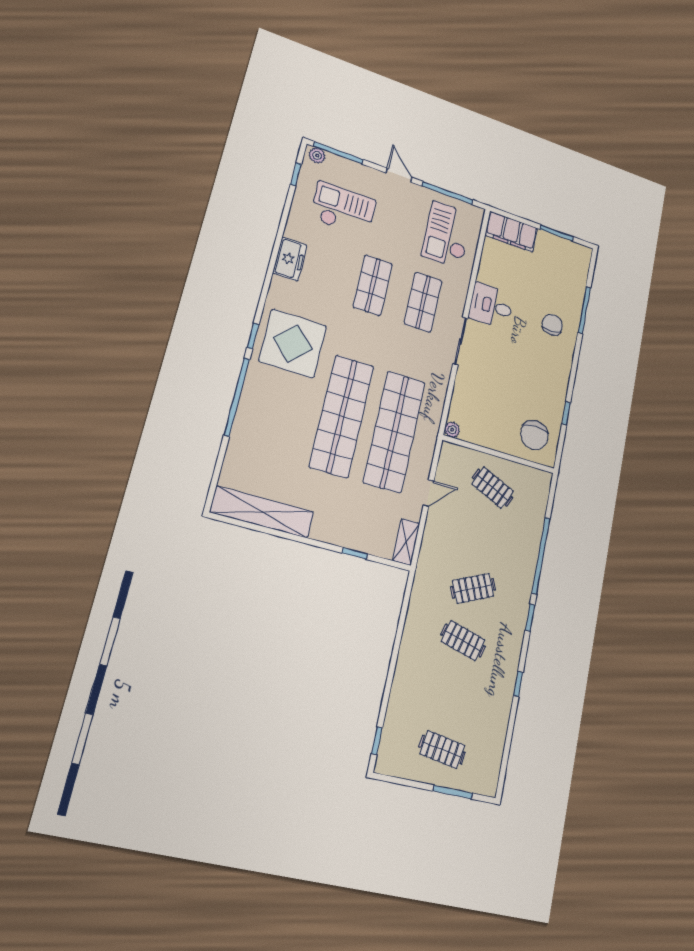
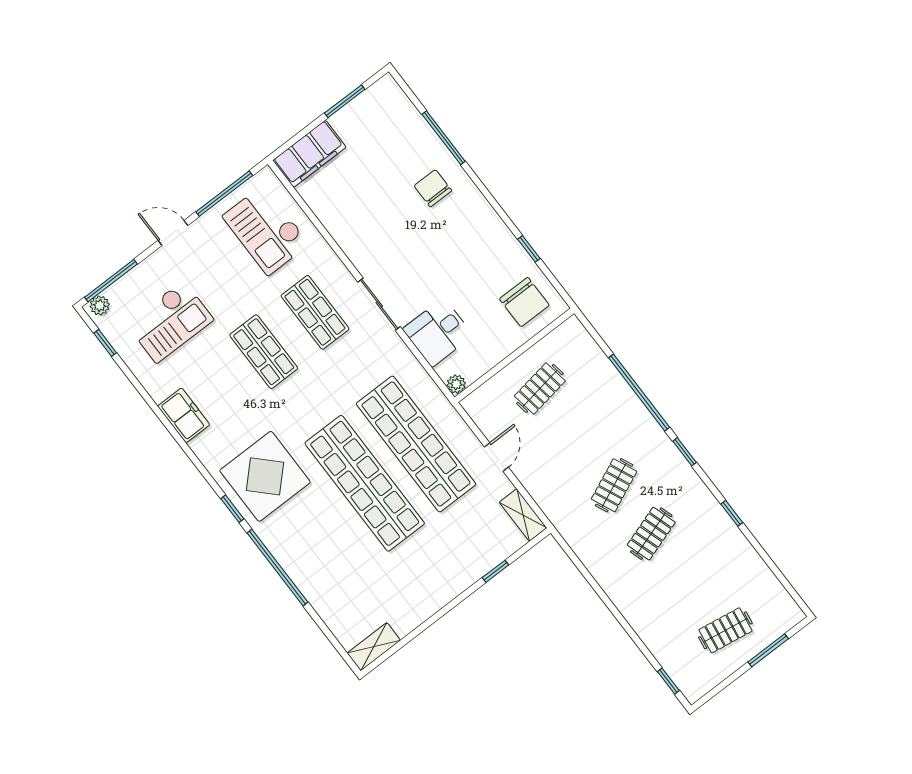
checkout: (343, 209) -> (170, 322), turned 180
desk: (491, 306) -> (438, 332), moved
clothes rail: (493, 488) -> (540, 388), turned -33
shelving: (262, 512) -> (374, 647), width x0.45, depth x0.75
clothes rail: (463, 641) -> (651, 534), turned -33

